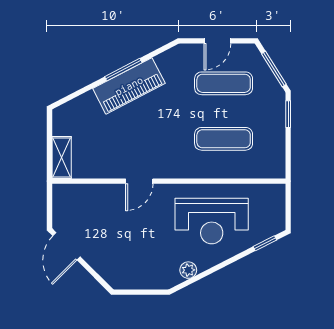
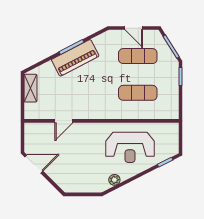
door: (217, 41) -> (134, 28), hinge flipped
shelving: (62, 158) -> (30, 88), moved
door: (139, 181) -> (64, 121), moved
door: (67, 246) -> (34, 164), swing flipped

